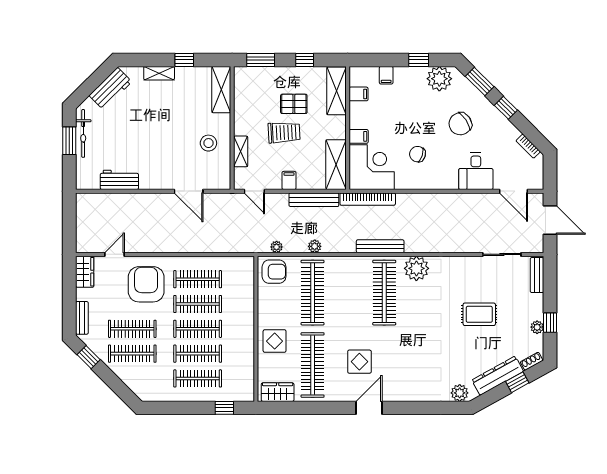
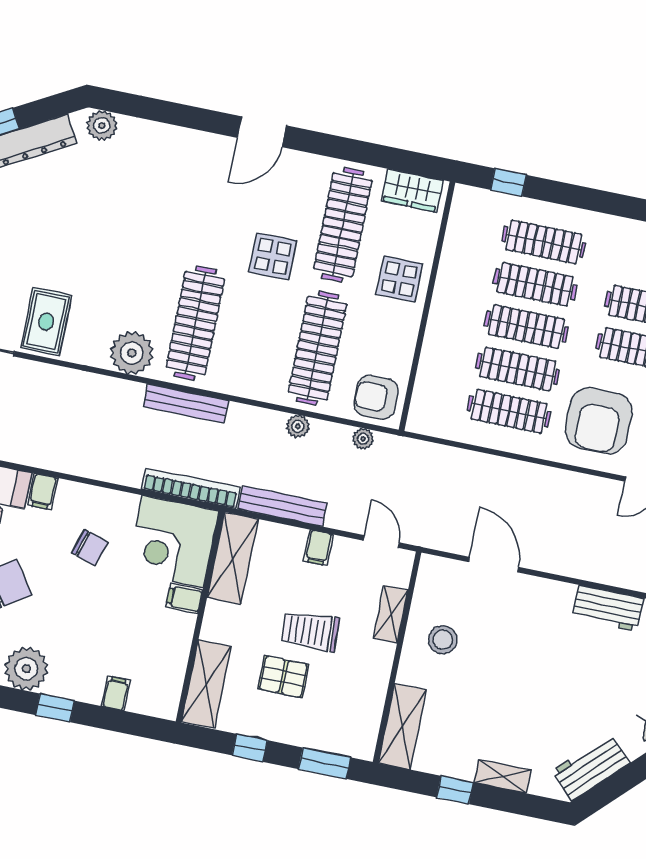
filing cabinet: (359, 94) -> (43, 491), moved, turned -90
rug: (479, 314) -> (46, 322), moved, turned 90
display table: (359, 362) -> (273, 256), moved

